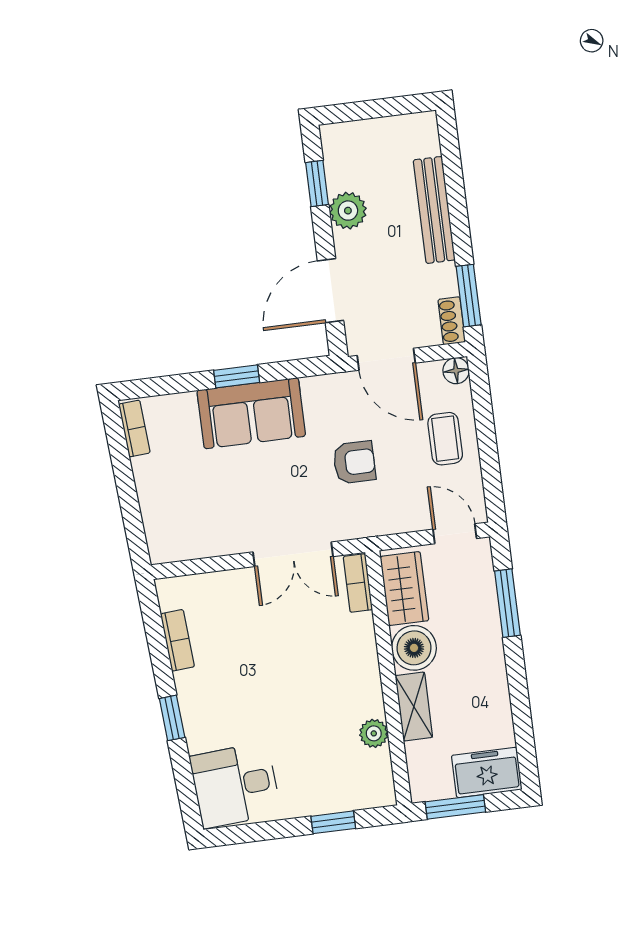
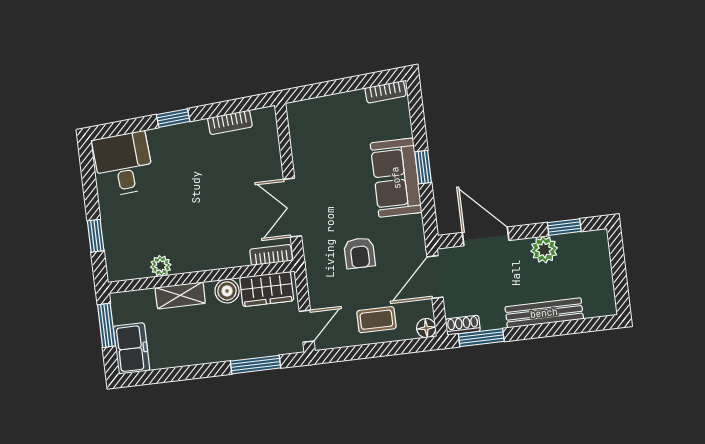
boiler: (414, 648) -> (227, 291), width x0.73, depth x0.73

